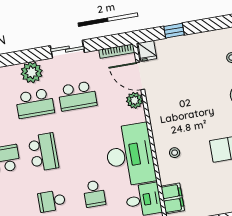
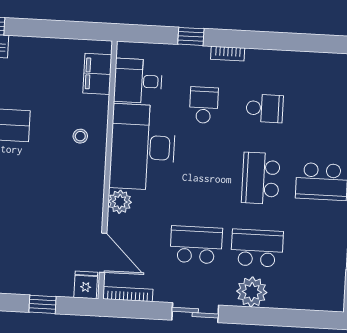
plant: (135, 100) -> (120, 202), moved

